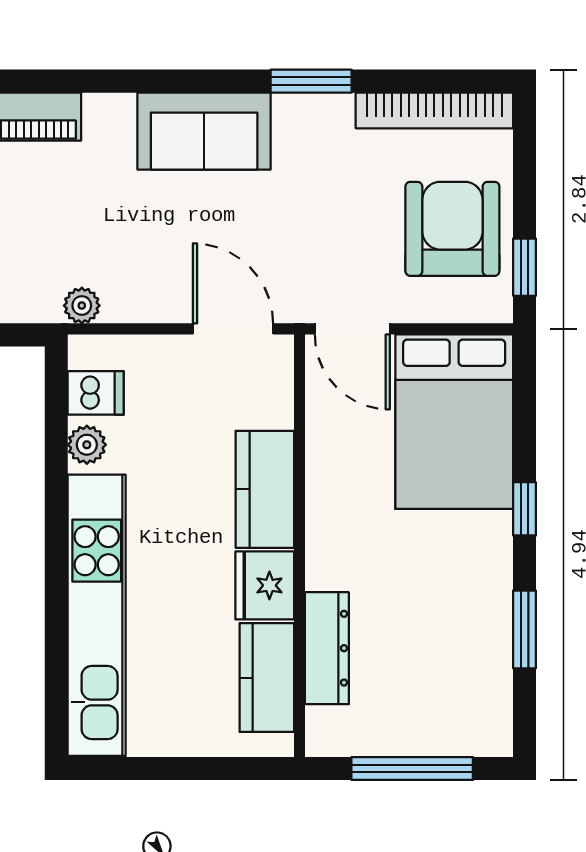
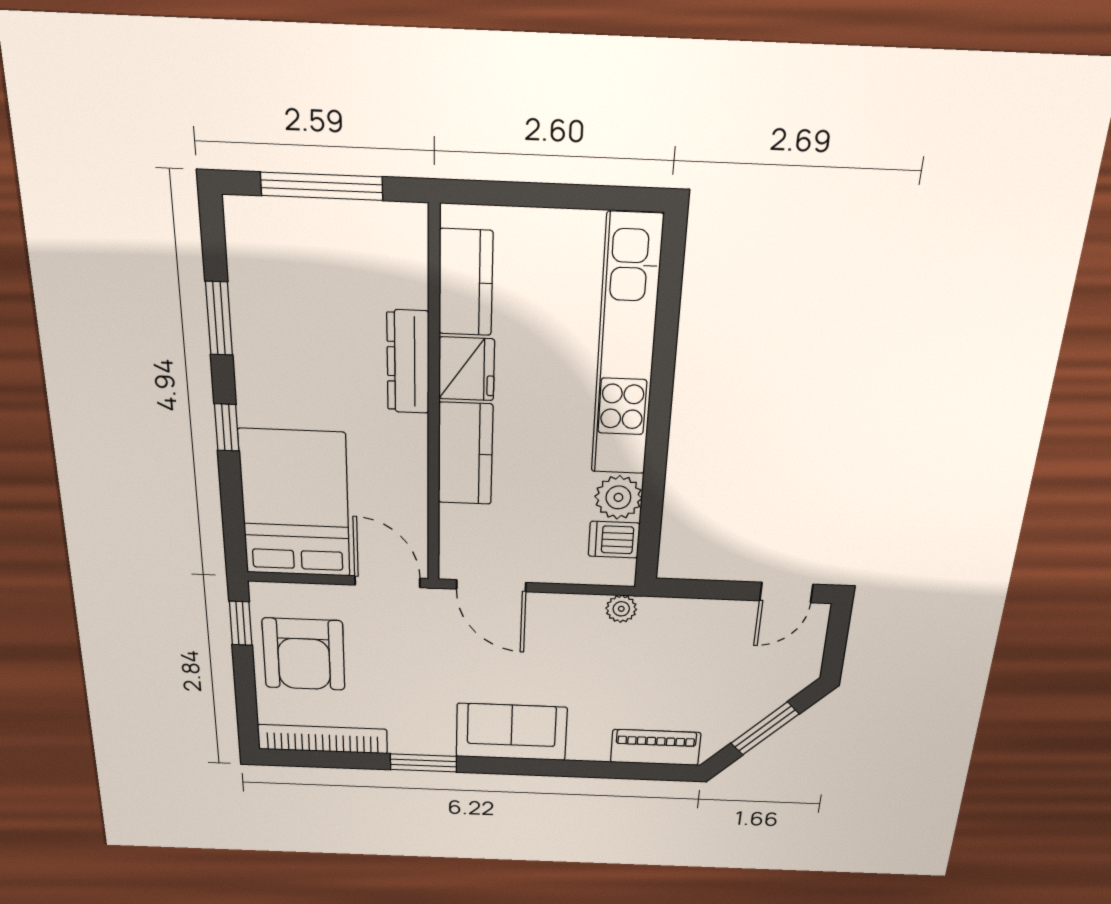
plant: (87, 445) -> (618, 497), width x1.38, depth x1.38
dresser: (327, 648) -> (408, 362), moved

